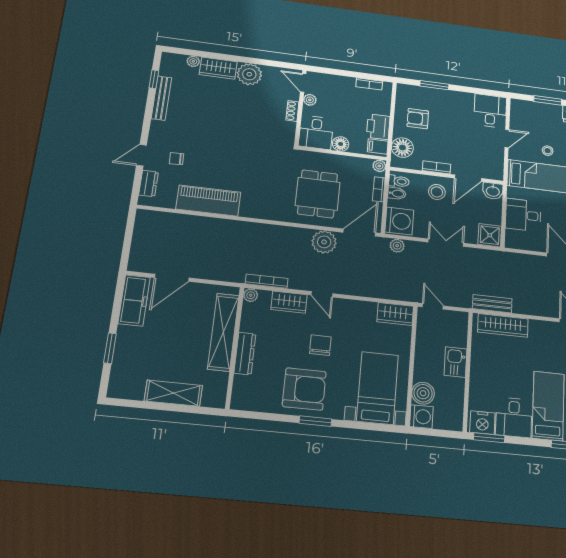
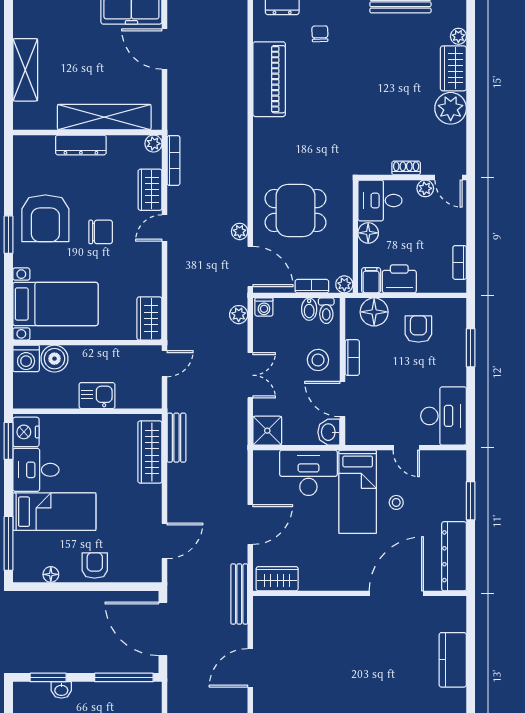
door: (303, 83) -> (448, 178), swing flipped
desk: (490, 111) -> (444, 416), width x1.37
desk: (523, 215) -> (308, 473), width x1.37
washing machine: (399, 221) -> (264, 307), width x0.53, depth x0.53
plant: (324, 242) -> (240, 231), width x0.53, depth x0.53

